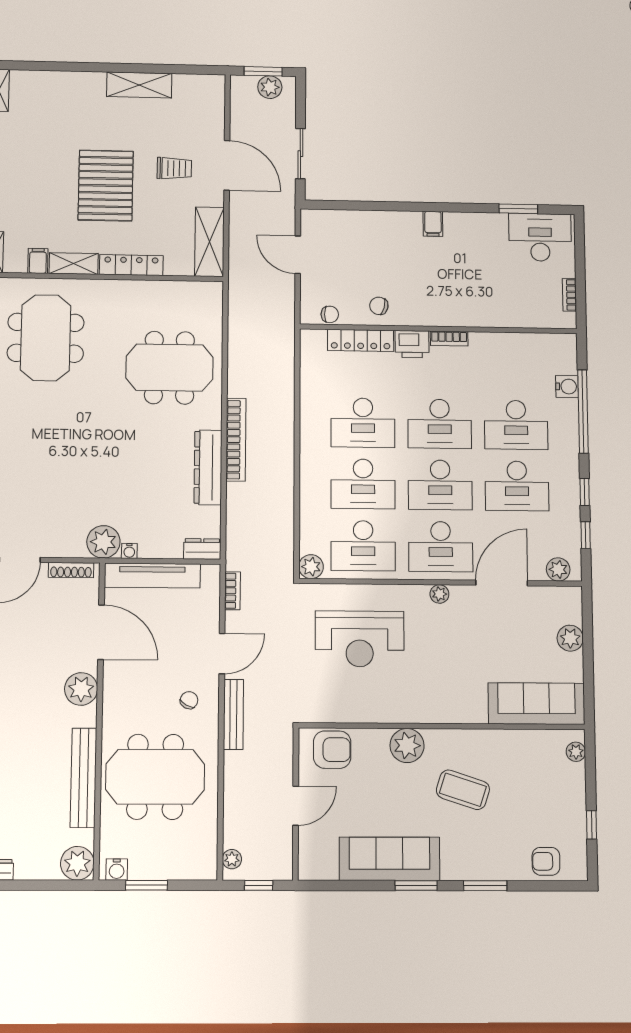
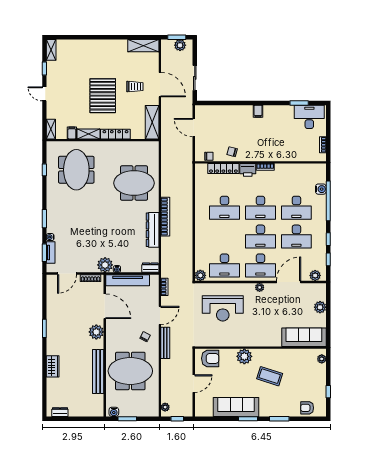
shelving: (139, 85) -> (143, 46), moved
desk: (363, 484) -> (224, 237), removed
plant: (77, 863) -> (96, 409), removed

